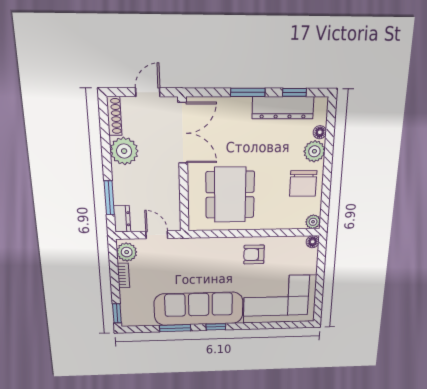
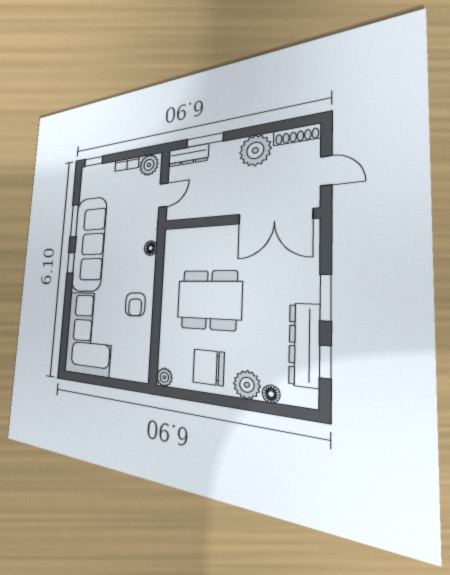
dining table: (230, 195) -> (209, 300), moved
dresser: (122, 219) -> (188, 155), width x1.44
floor lamp: (313, 242) -> (151, 248), moved
armchair: (254, 255) -> (135, 304), turned 180

